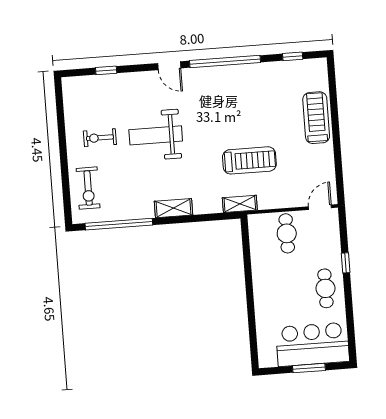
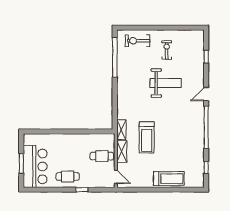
weight bench: (156, 135) -> (166, 83), turned 90
shelving: (174, 208) -> (122, 151), moved

